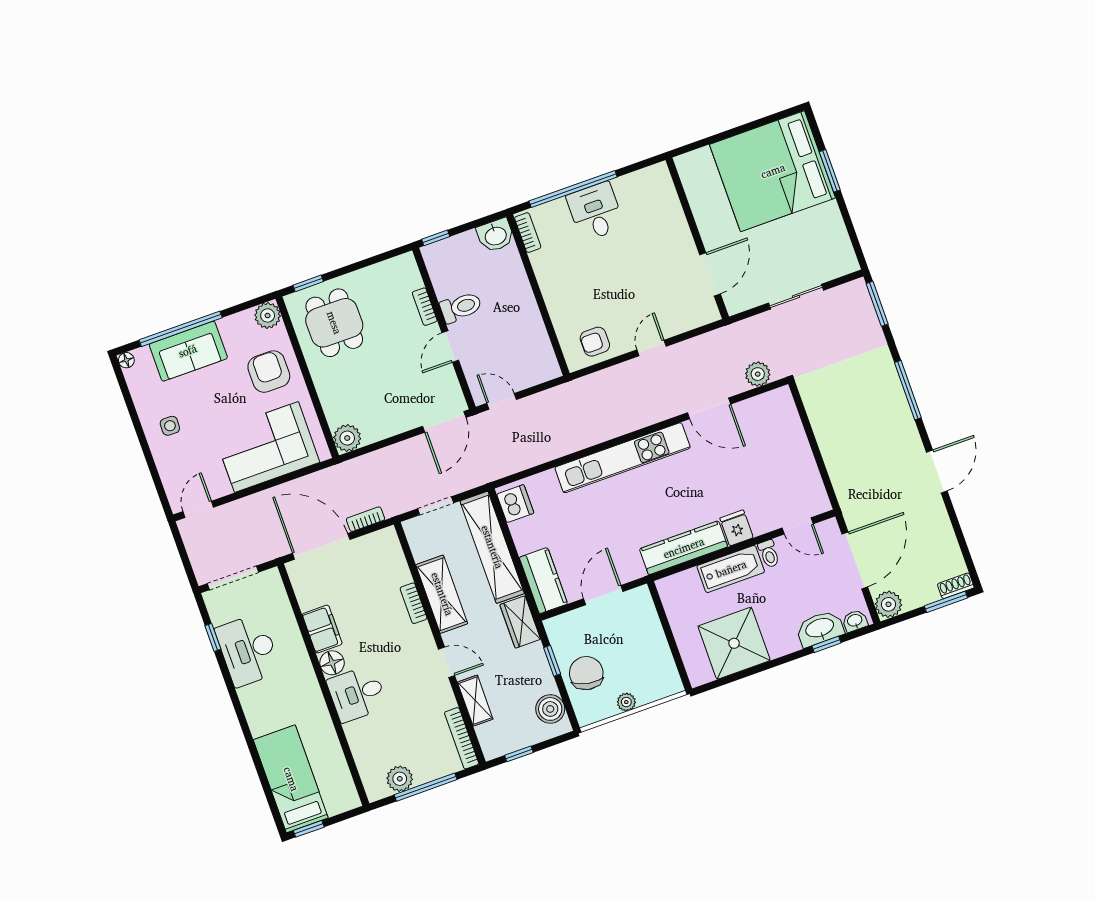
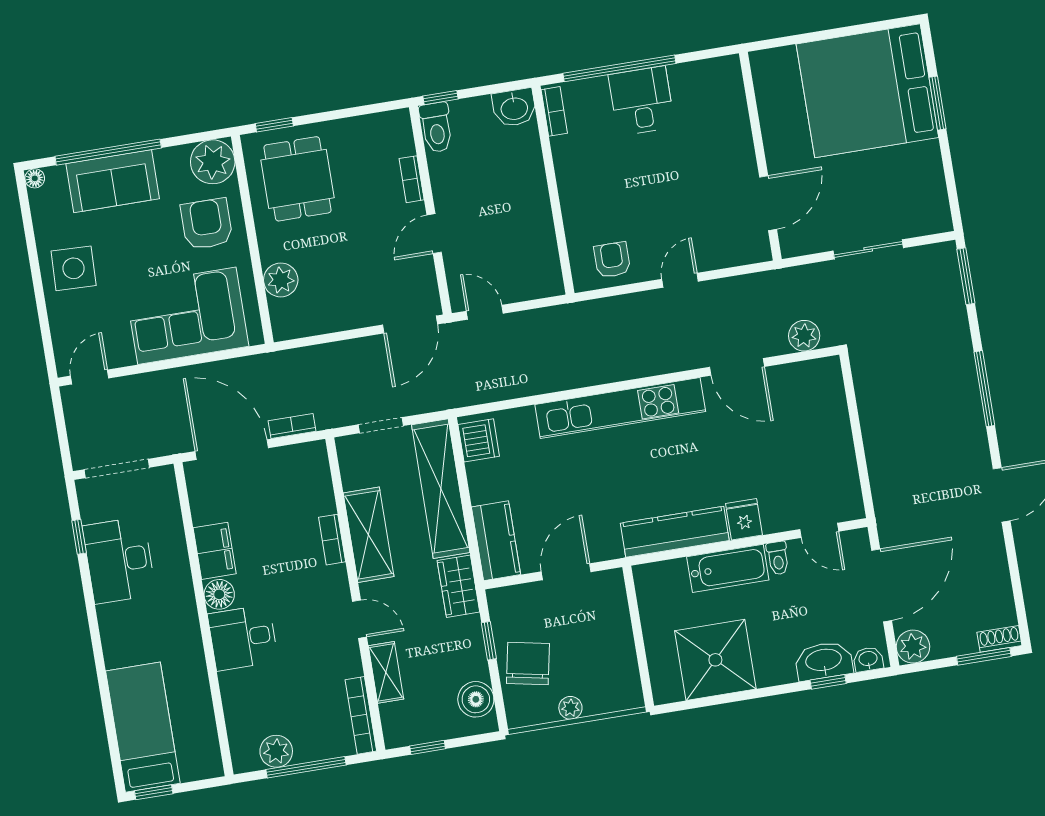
toilet: (461, 307) -> (436, 127), moved, turned 90
plant: (268, 315) -> (213, 162), width x1.36, depth x1.36
armchair: (595, 342) -> (612, 260), turned 90
side table: (170, 426) -> (74, 268), width x1.87, depth x1.87
plant: (347, 438) -> (281, 280), moved

